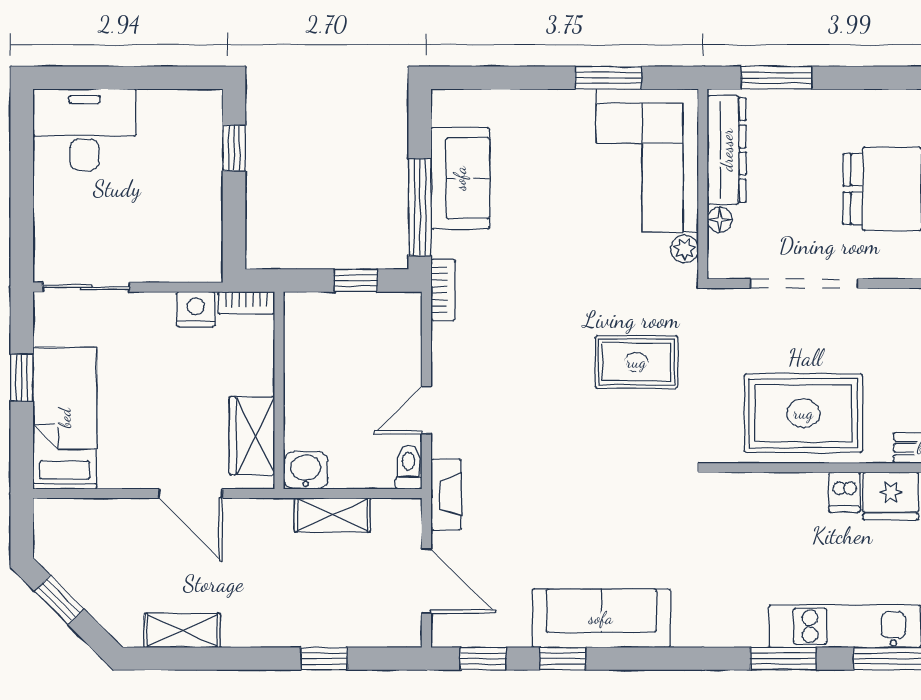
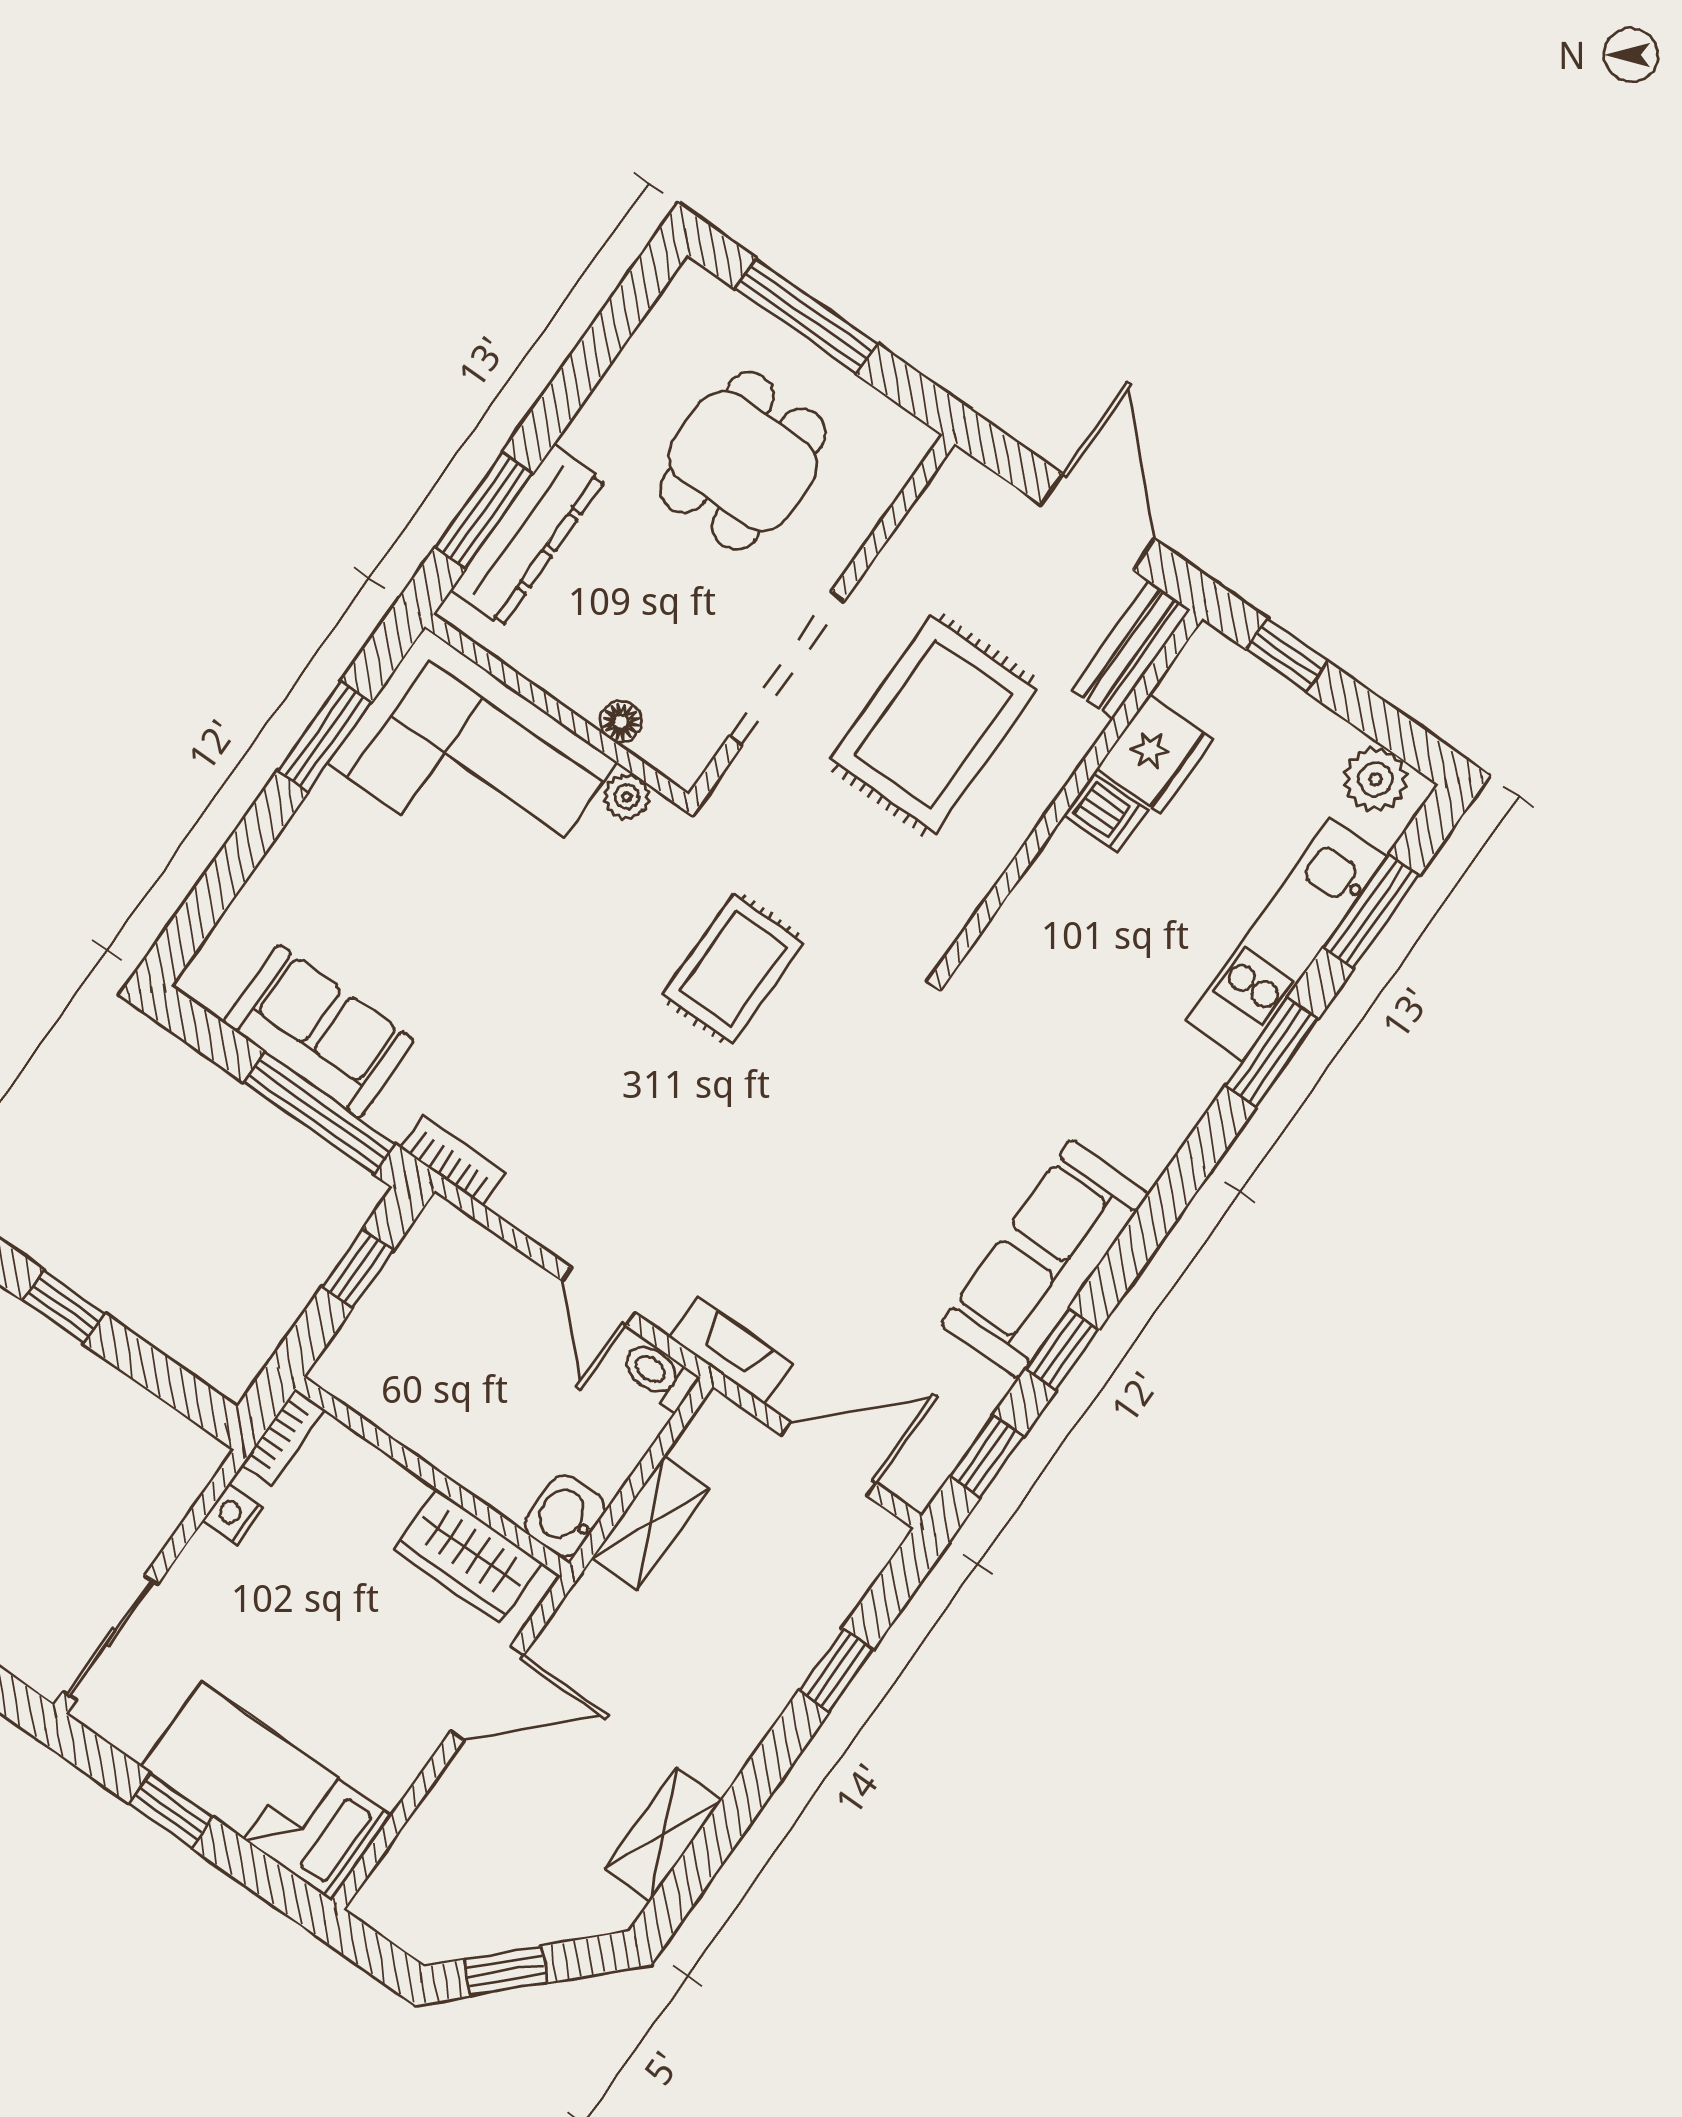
dresser: (727, 150) -> (528, 535), moved, turned 90
nightstand: (196, 309) -> (233, 1514), width x0.72, depth x0.74
rug: (803, 413) -> (933, 724), moved

